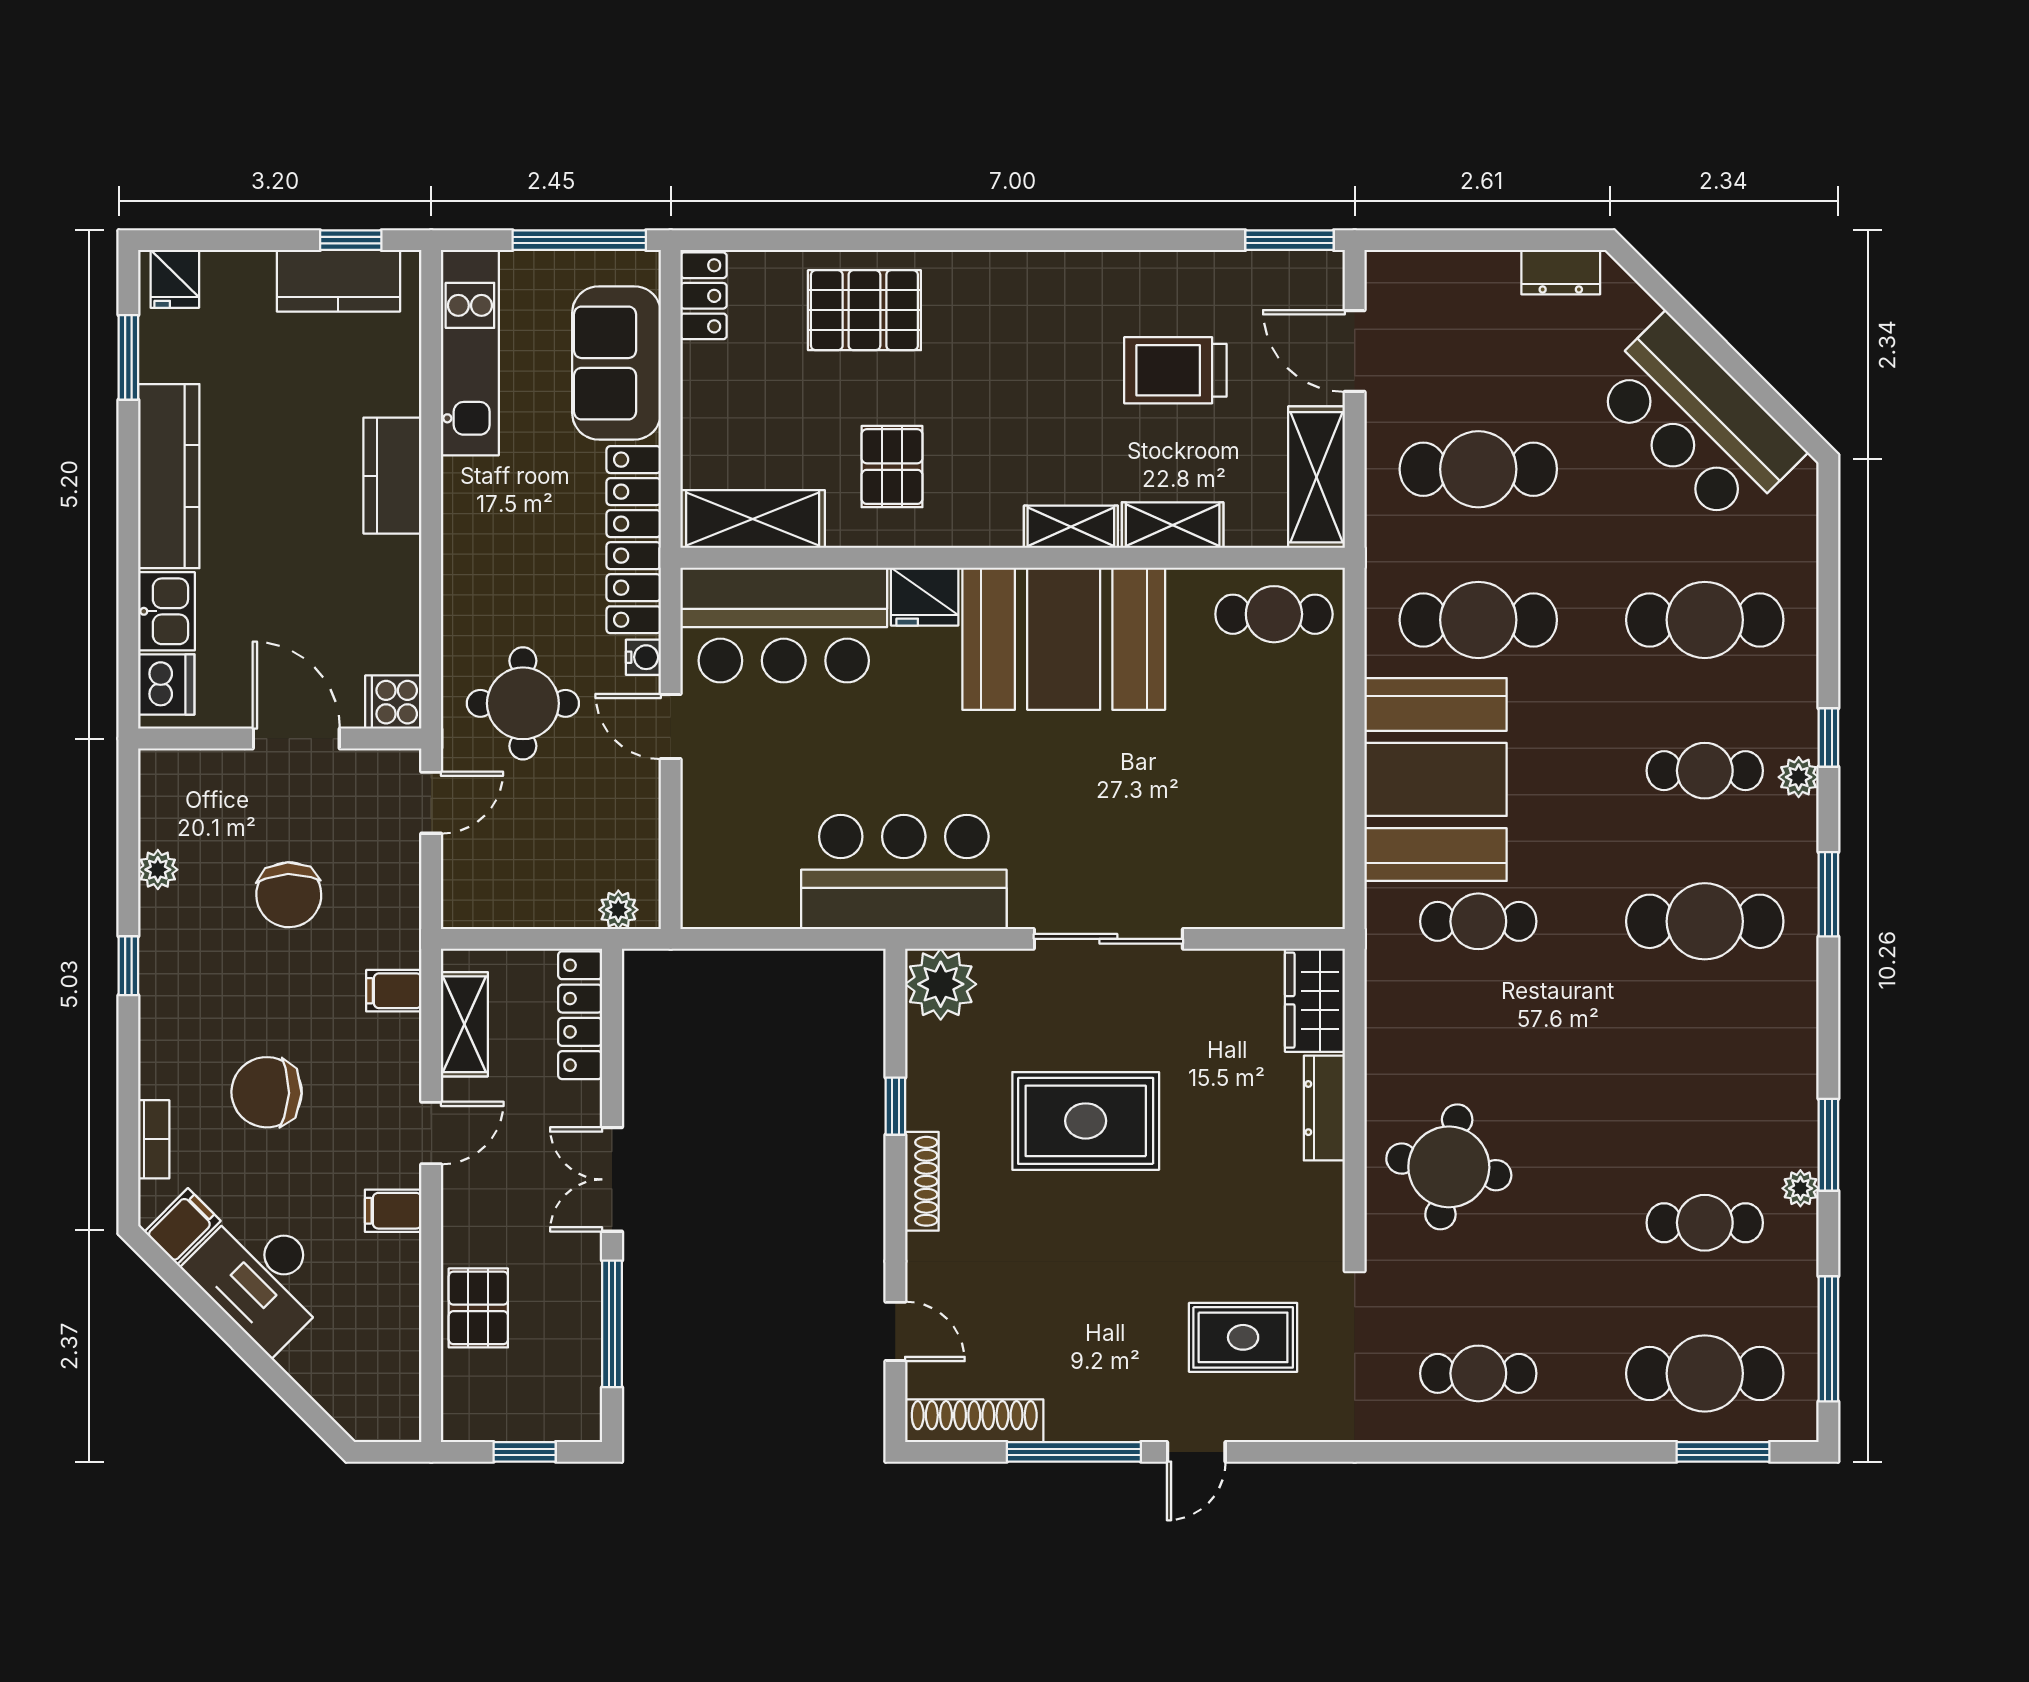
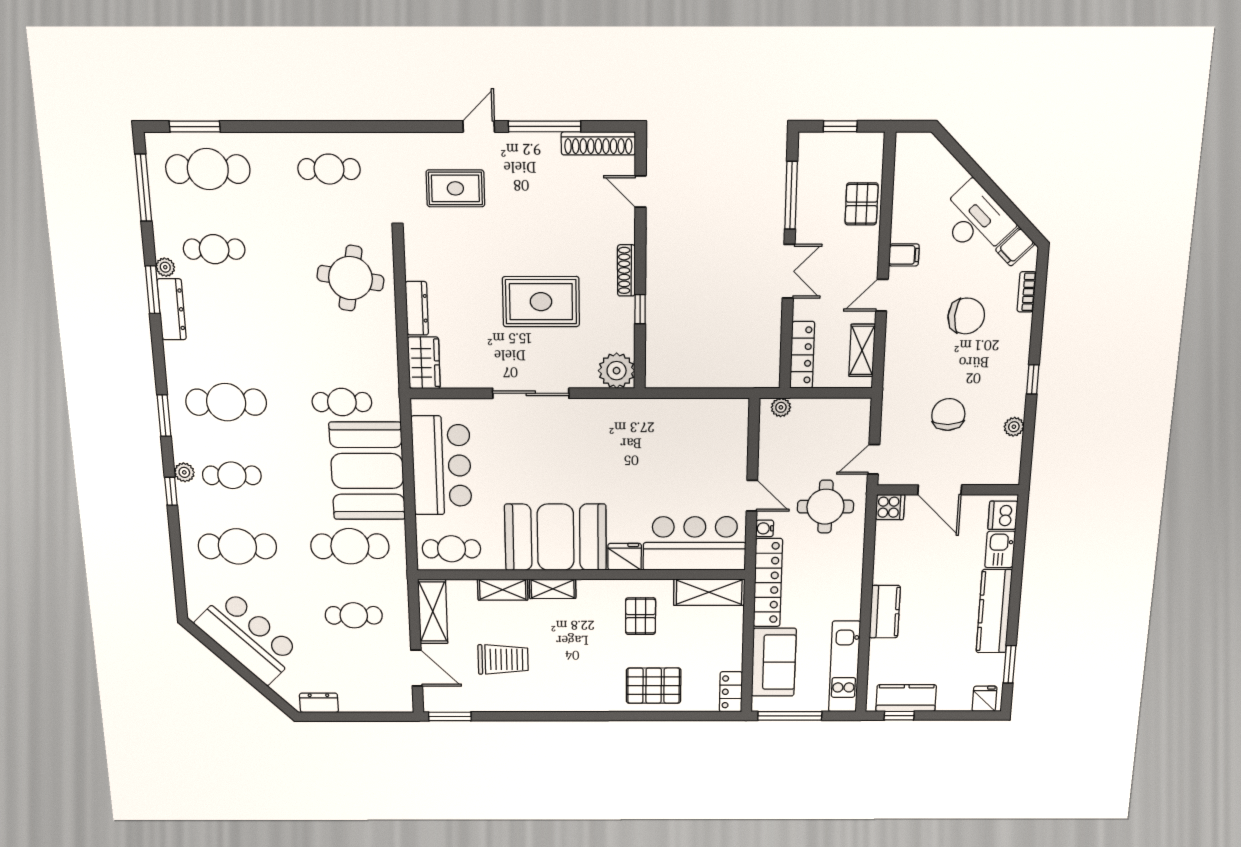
cafe table: (1478, 469) -> (354, 615), width x0.73, depth x0.74
bar counter: (904, 872) -> (442, 466), moved, turned -90
filing cabinet: (394, 991) -> (897, 367), removed
dresser: (1795, 1106) -> (172, 309), added

